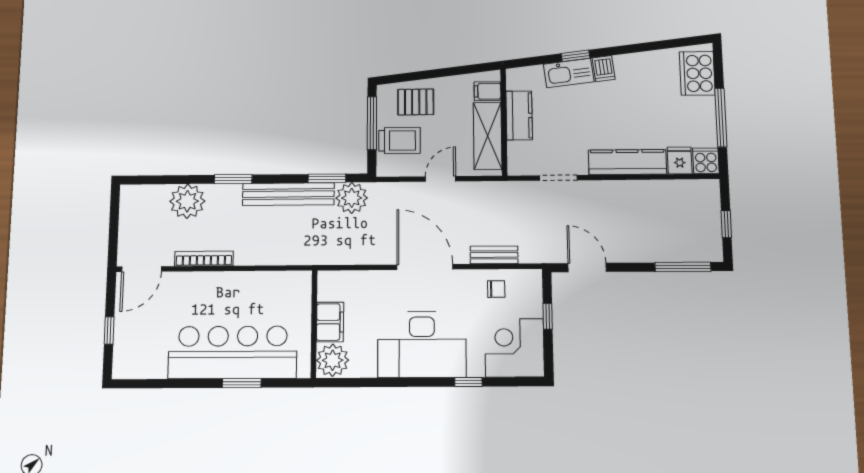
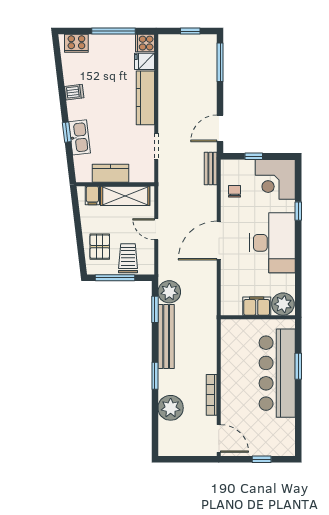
dishwasher: (604, 69) -> (74, 92), moved
cooker: (697, 73) -> (76, 43), width x0.73, depth x0.76
bench: (494, 255) -> (211, 168), moved

